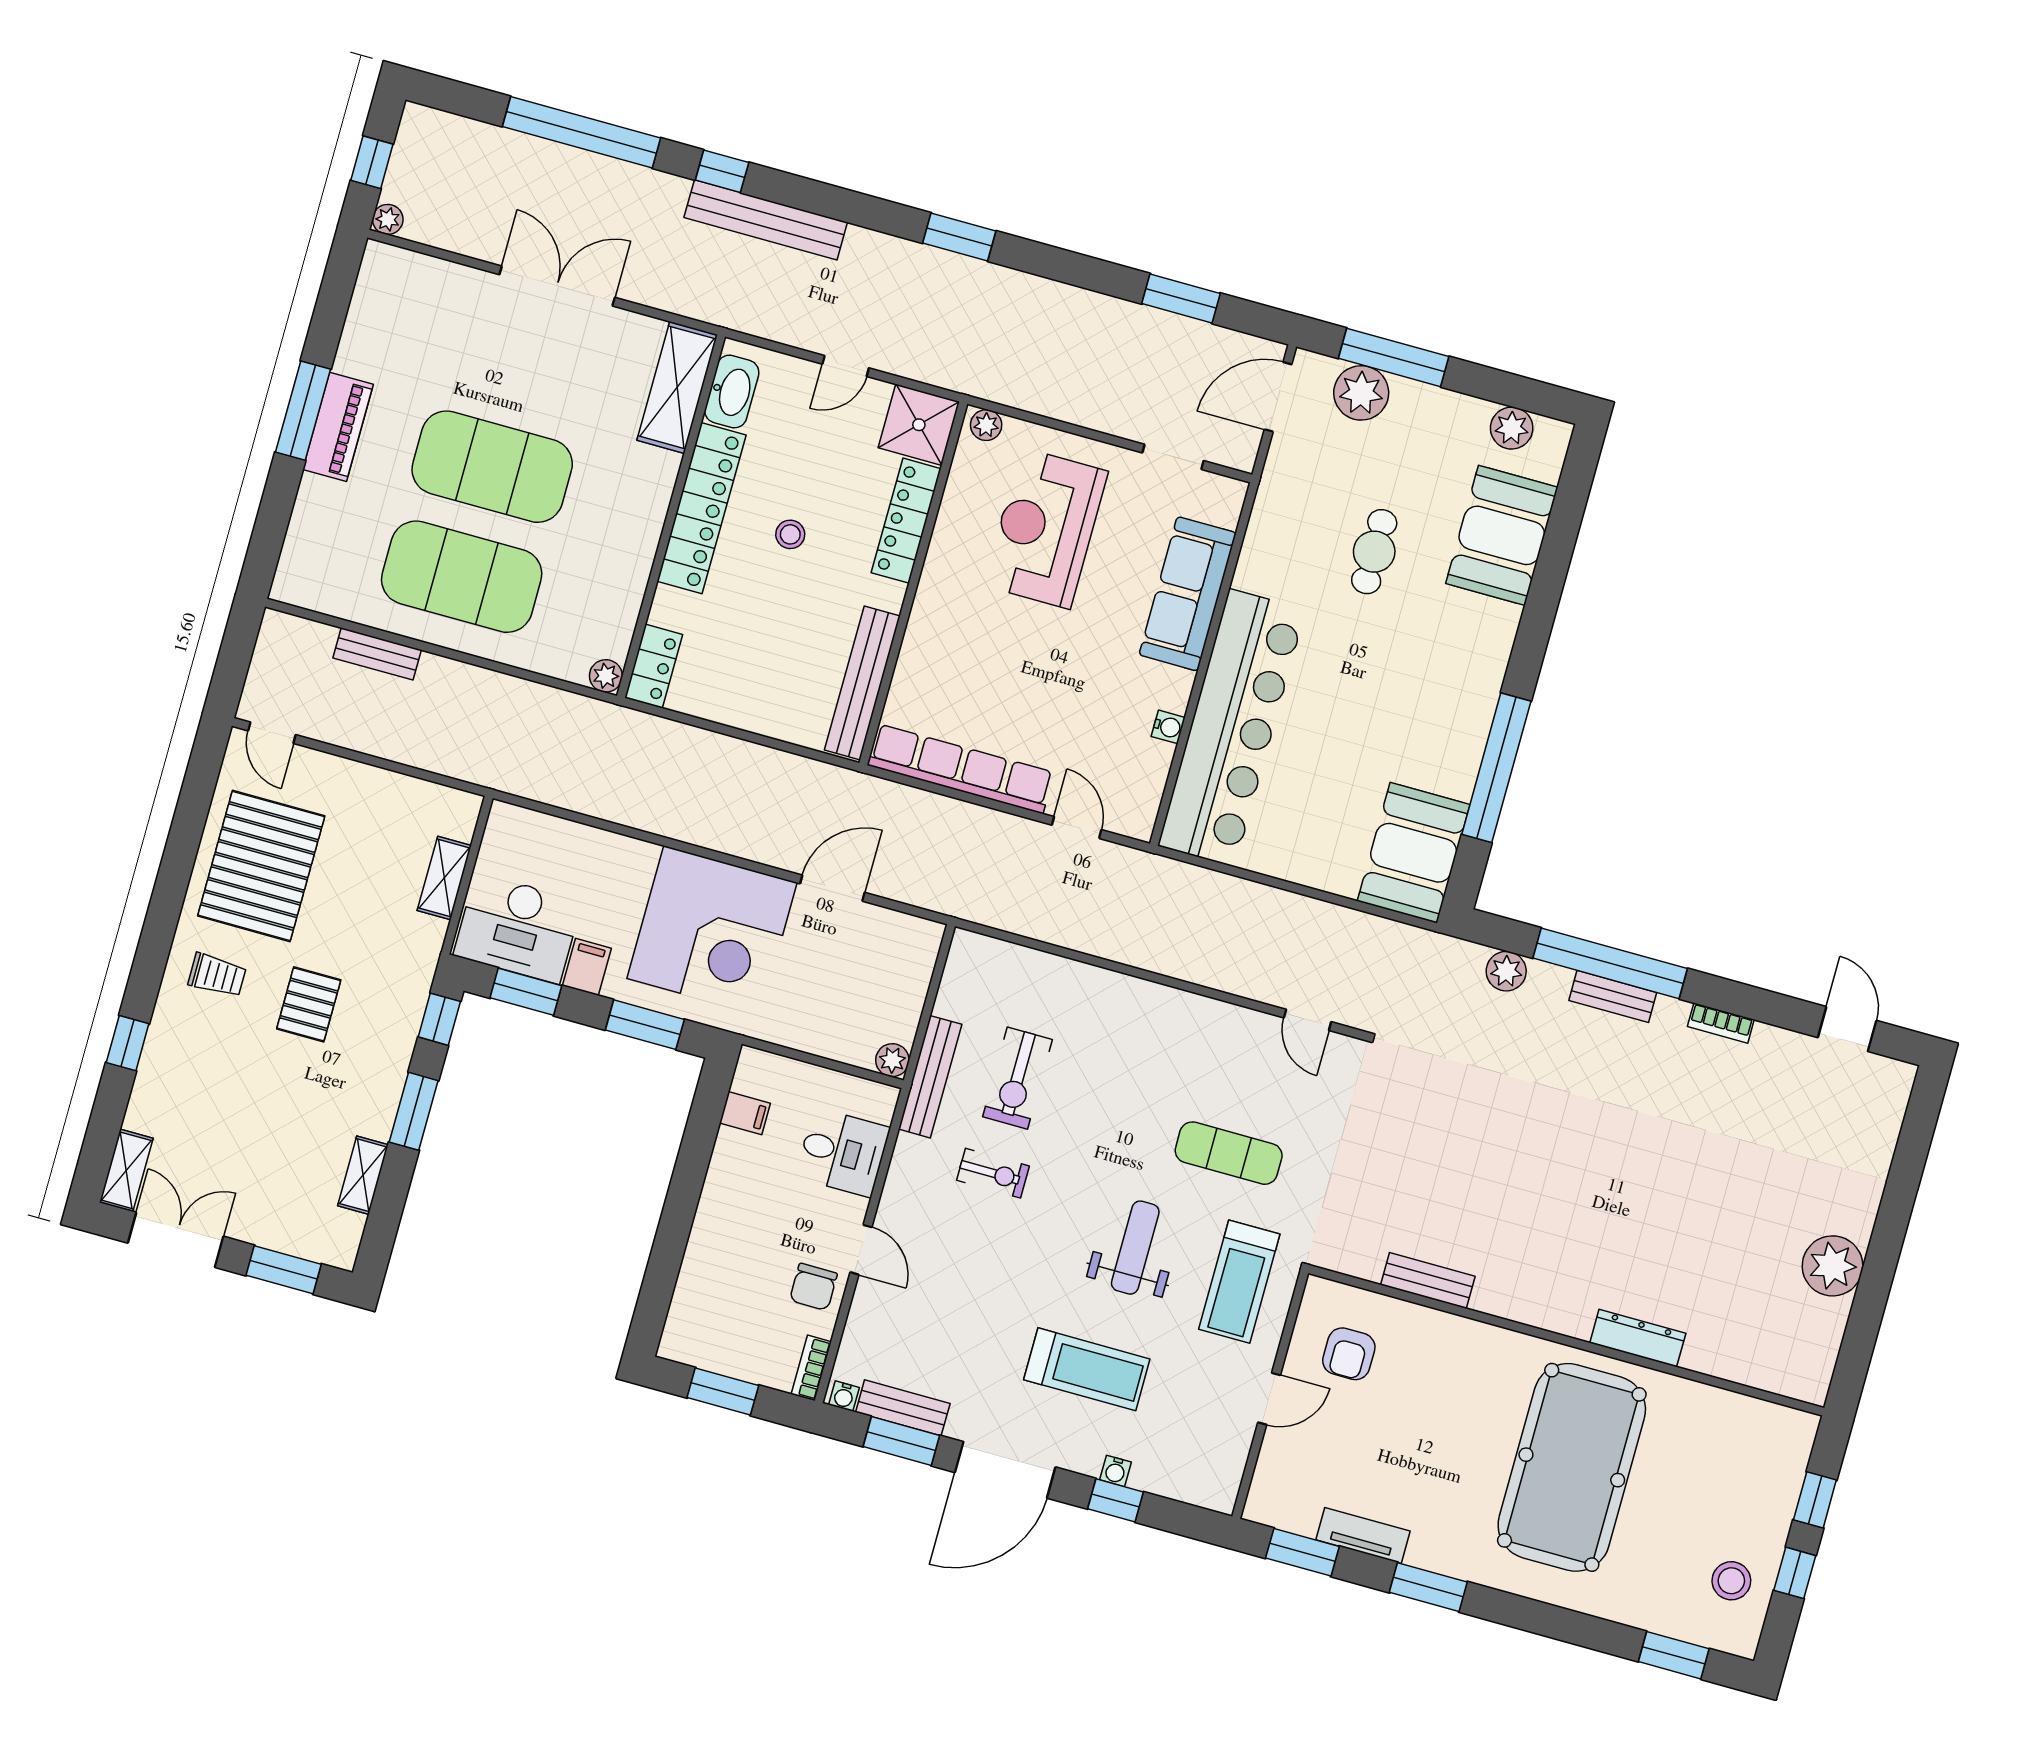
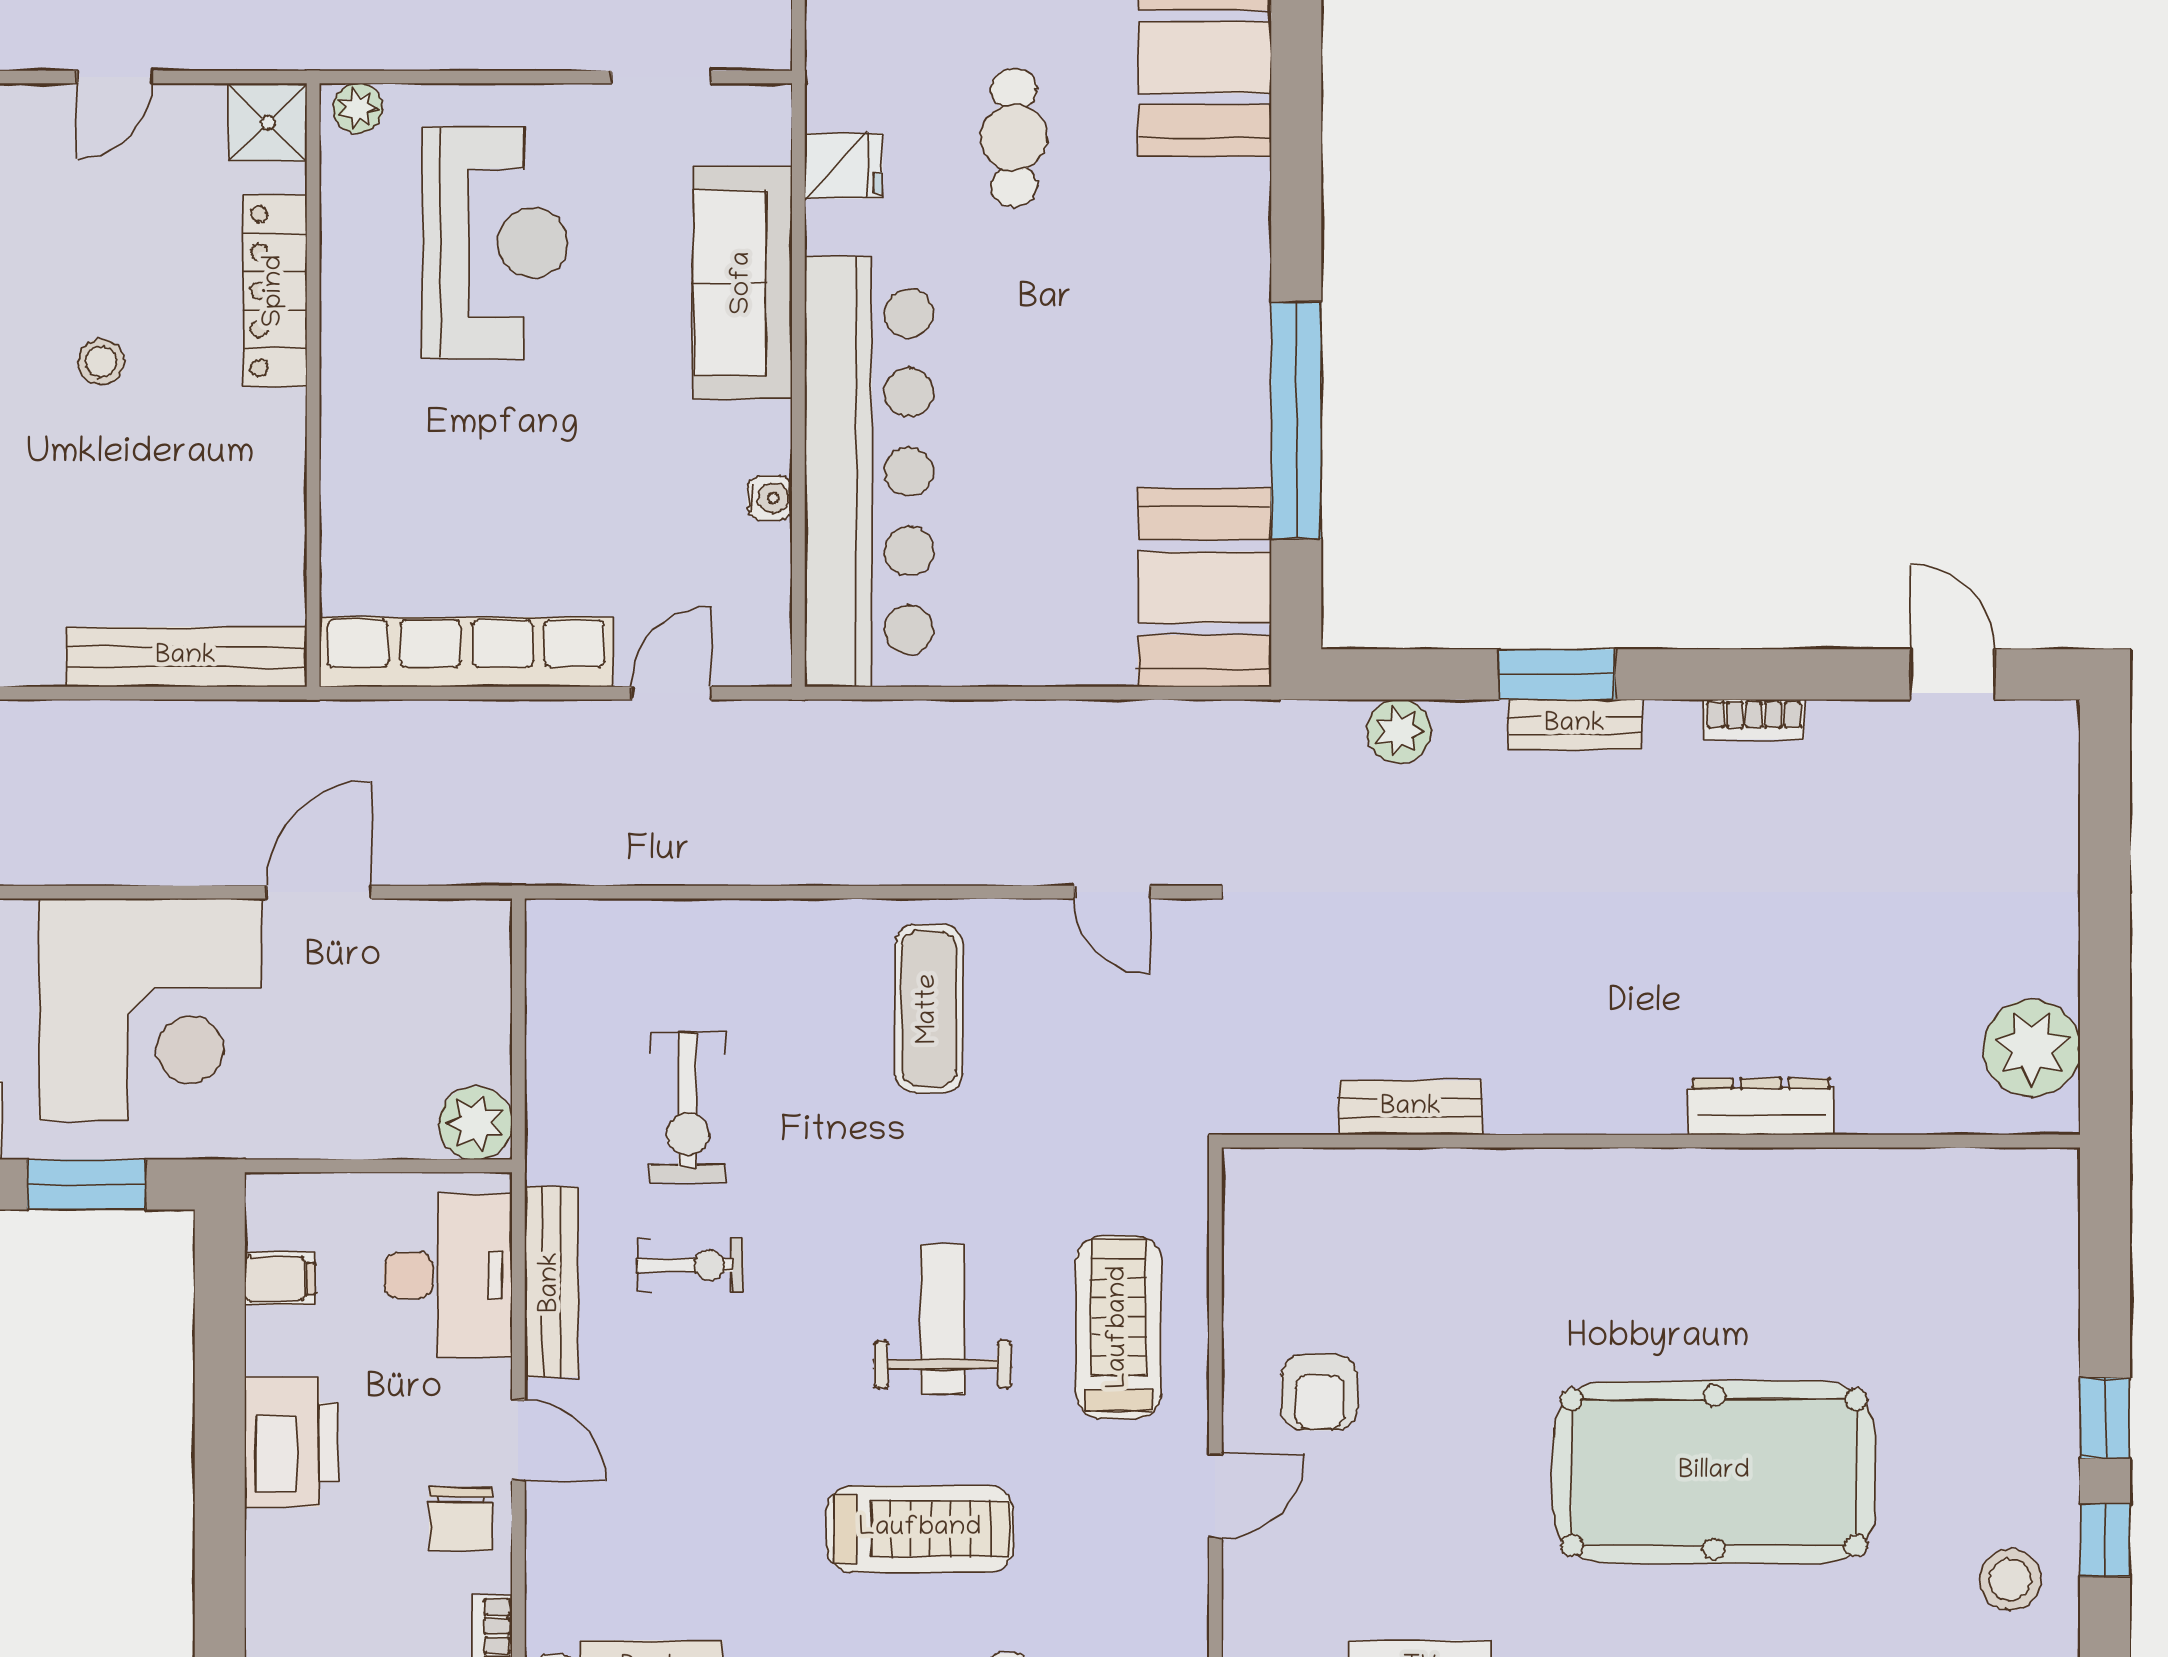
shower: (919, 425) -> (268, 122), width x0.73, depth x0.73
reception desk: (1046, 528) -> (495, 243), turned 180
fridge: (1267, 540) -> (843, 166), added
bench: (862, 683) -> (186, 657), moved, turned 90
door: (1077, 827) -> (671, 693), hinge flipped
window: (1610, 963) -> (1557, 674), width x0.47
plant: (892, 1060) -> (476, 1123), width x1.38, depth x1.38
bench: (930, 1077) -> (551, 1282), moved
desk: (843, 1152) -> (448, 1275), width x1.37
exercise mat: (1229, 1153) -> (929, 1009), moved, turned 90
printer: (725, 1213) -> (291, 1442), added
bench: (1428, 1280) -> (1411, 1108), moved
treadmill: (1239, 1282) -> (1119, 1327), turned 180
dresser: (1638, 1338) -> (1761, 1107), moved
wall: (1566, 1340) -> (1651, 1141), moved
pool table: (1572, 1467) -> (1714, 1472), turned 90

